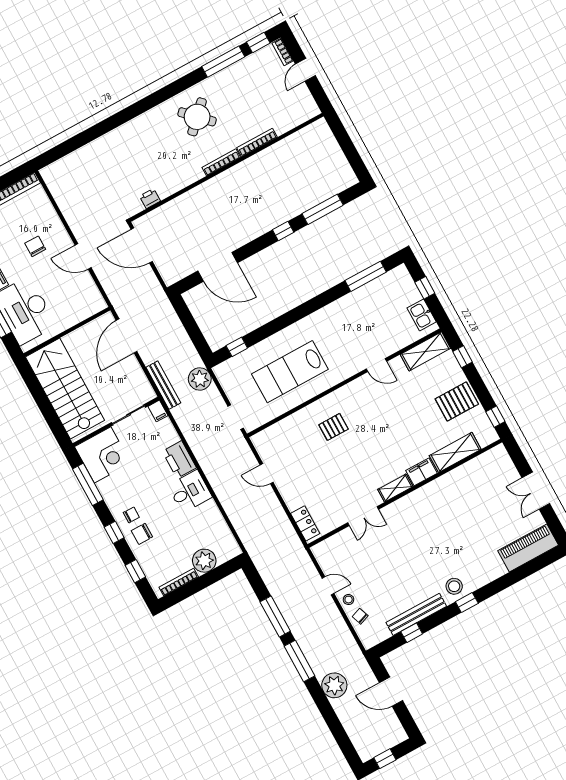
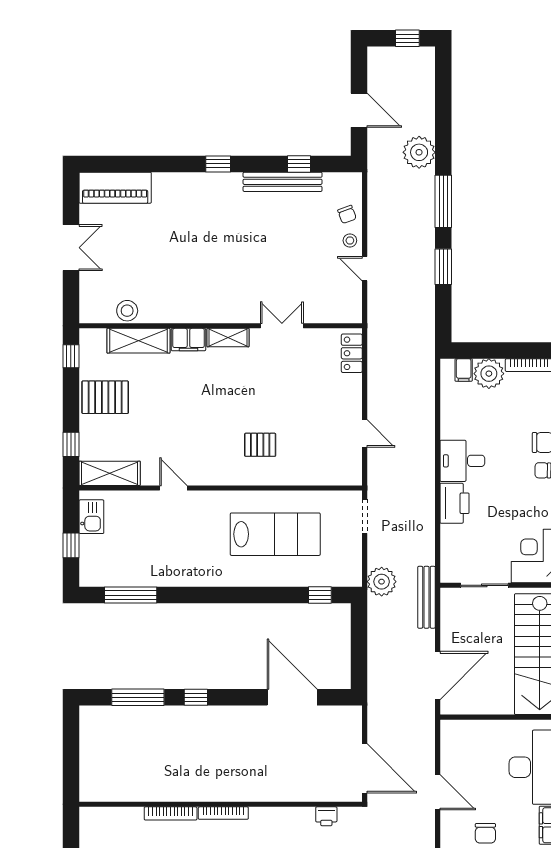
filing cabinet: (158, 411) -> (464, 370), moved, turned 180
stool: (454, 586) -> (127, 311), moved
window: (275, 616) -> (443, 267), width x0.69

